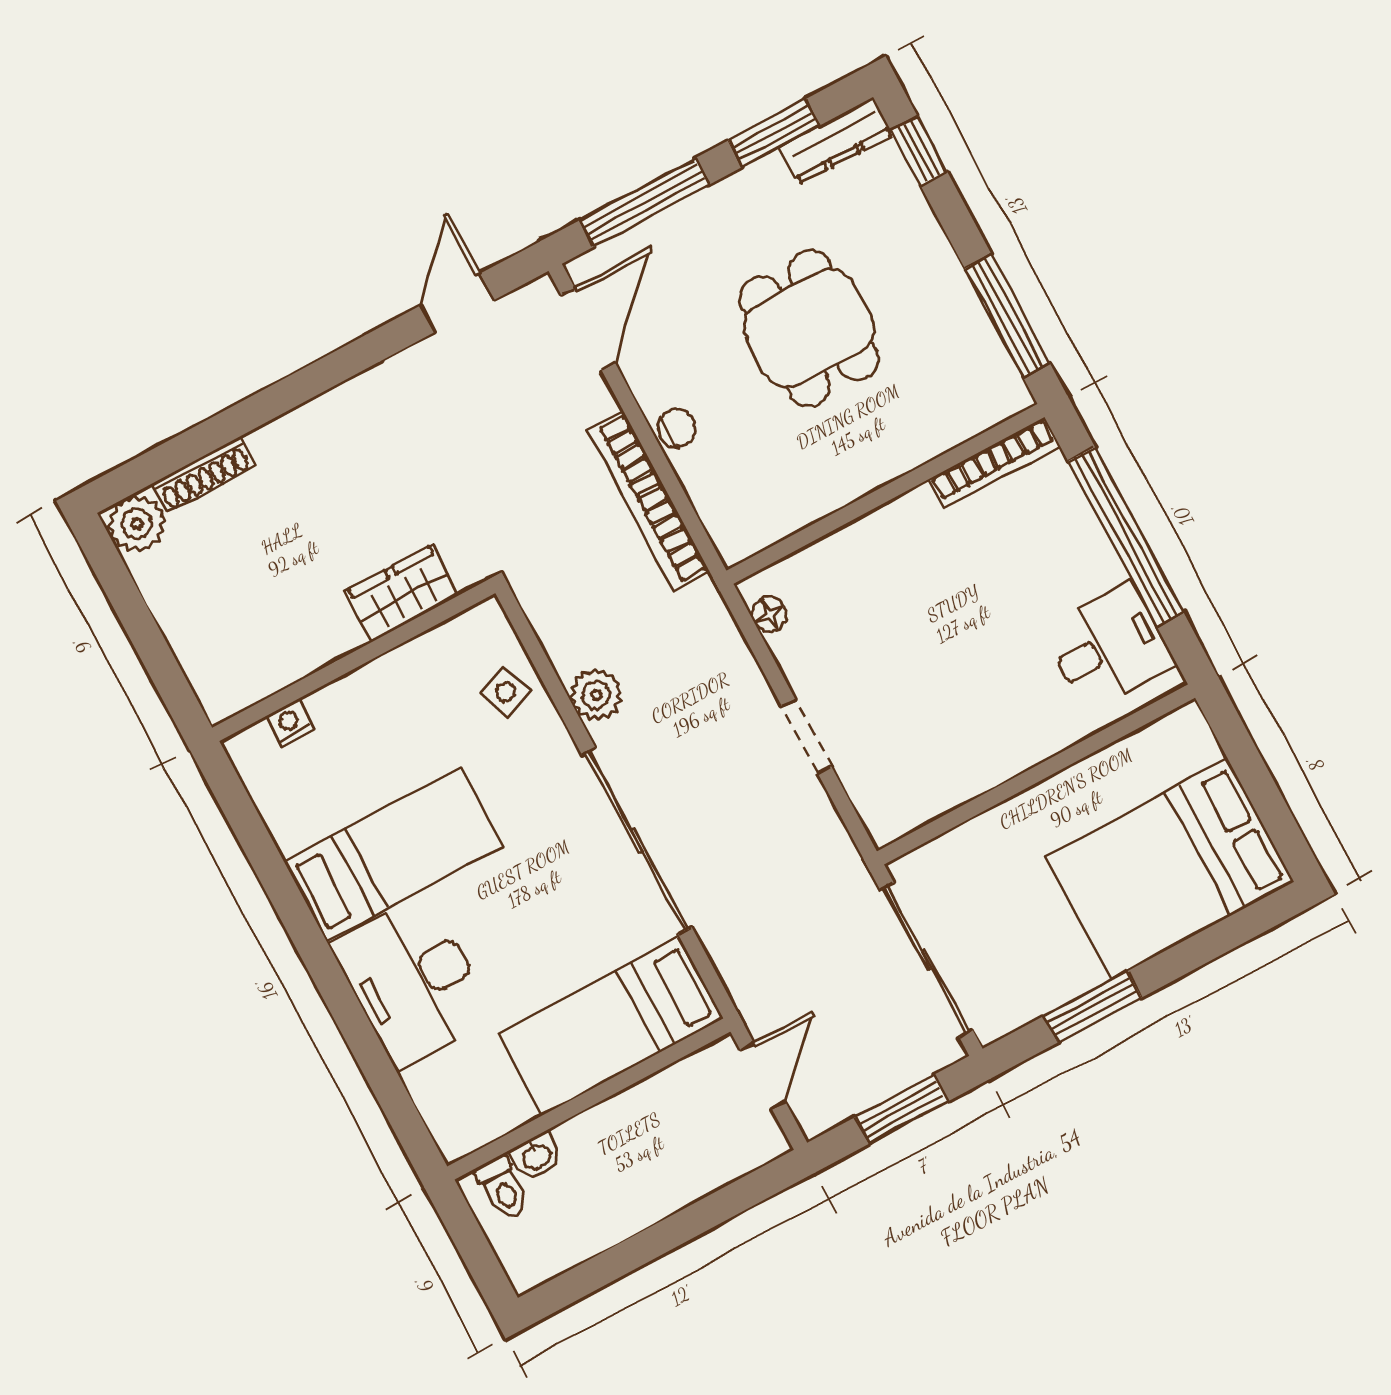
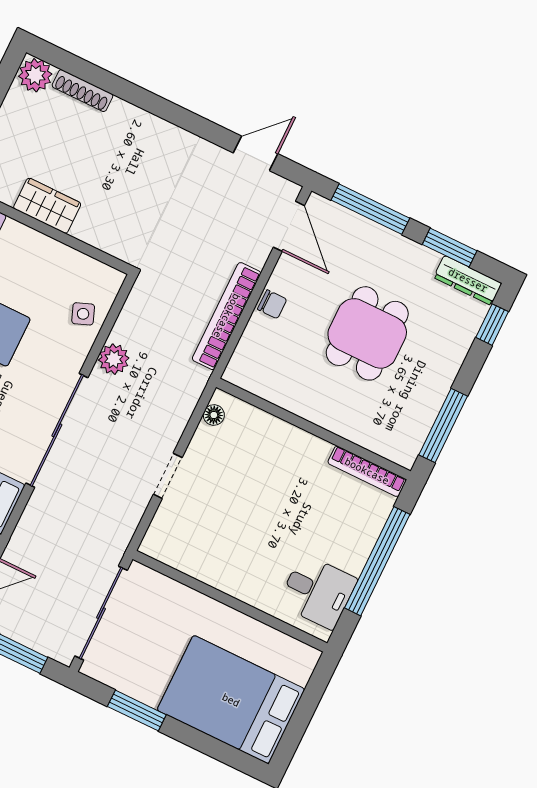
door: (588, 329) -> (289, 226), hinge flipped
wardrobe: (402, 593) -> (47, 206), moved

